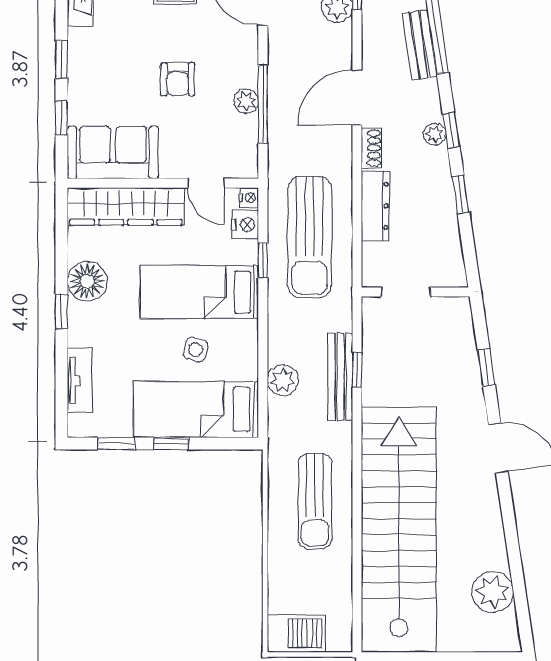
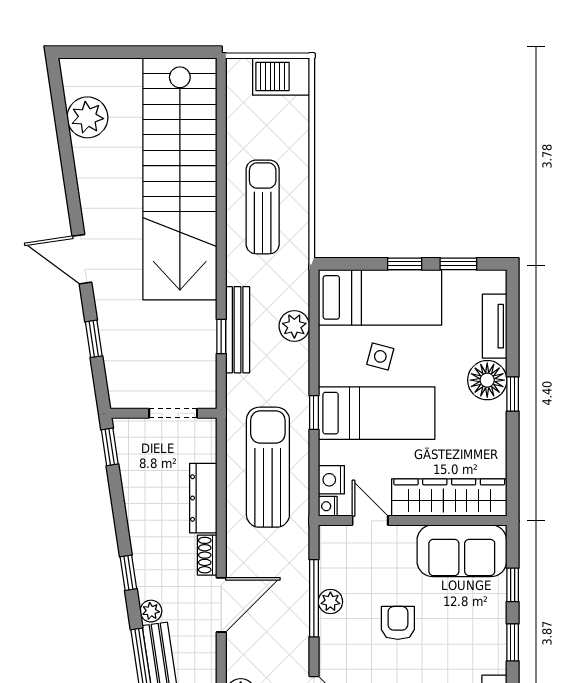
plant: (435, 134) -> (151, 611), moved
window: (461, 194) -> (110, 447), moved
window: (263, 260) -> (314, 412), moved
floor lamp: (87, 281) -> (487, 380), moved

